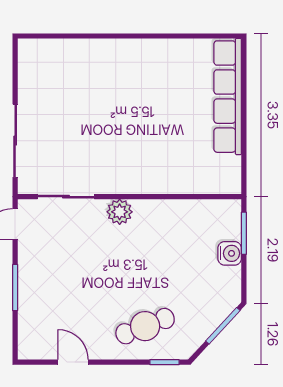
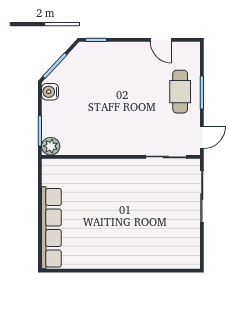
plant: (120, 212) -> (51, 146), moved
water cooler: (230, 253) -> (50, 92), moved
cafe table: (145, 326) -> (180, 92), moved, turned -69

